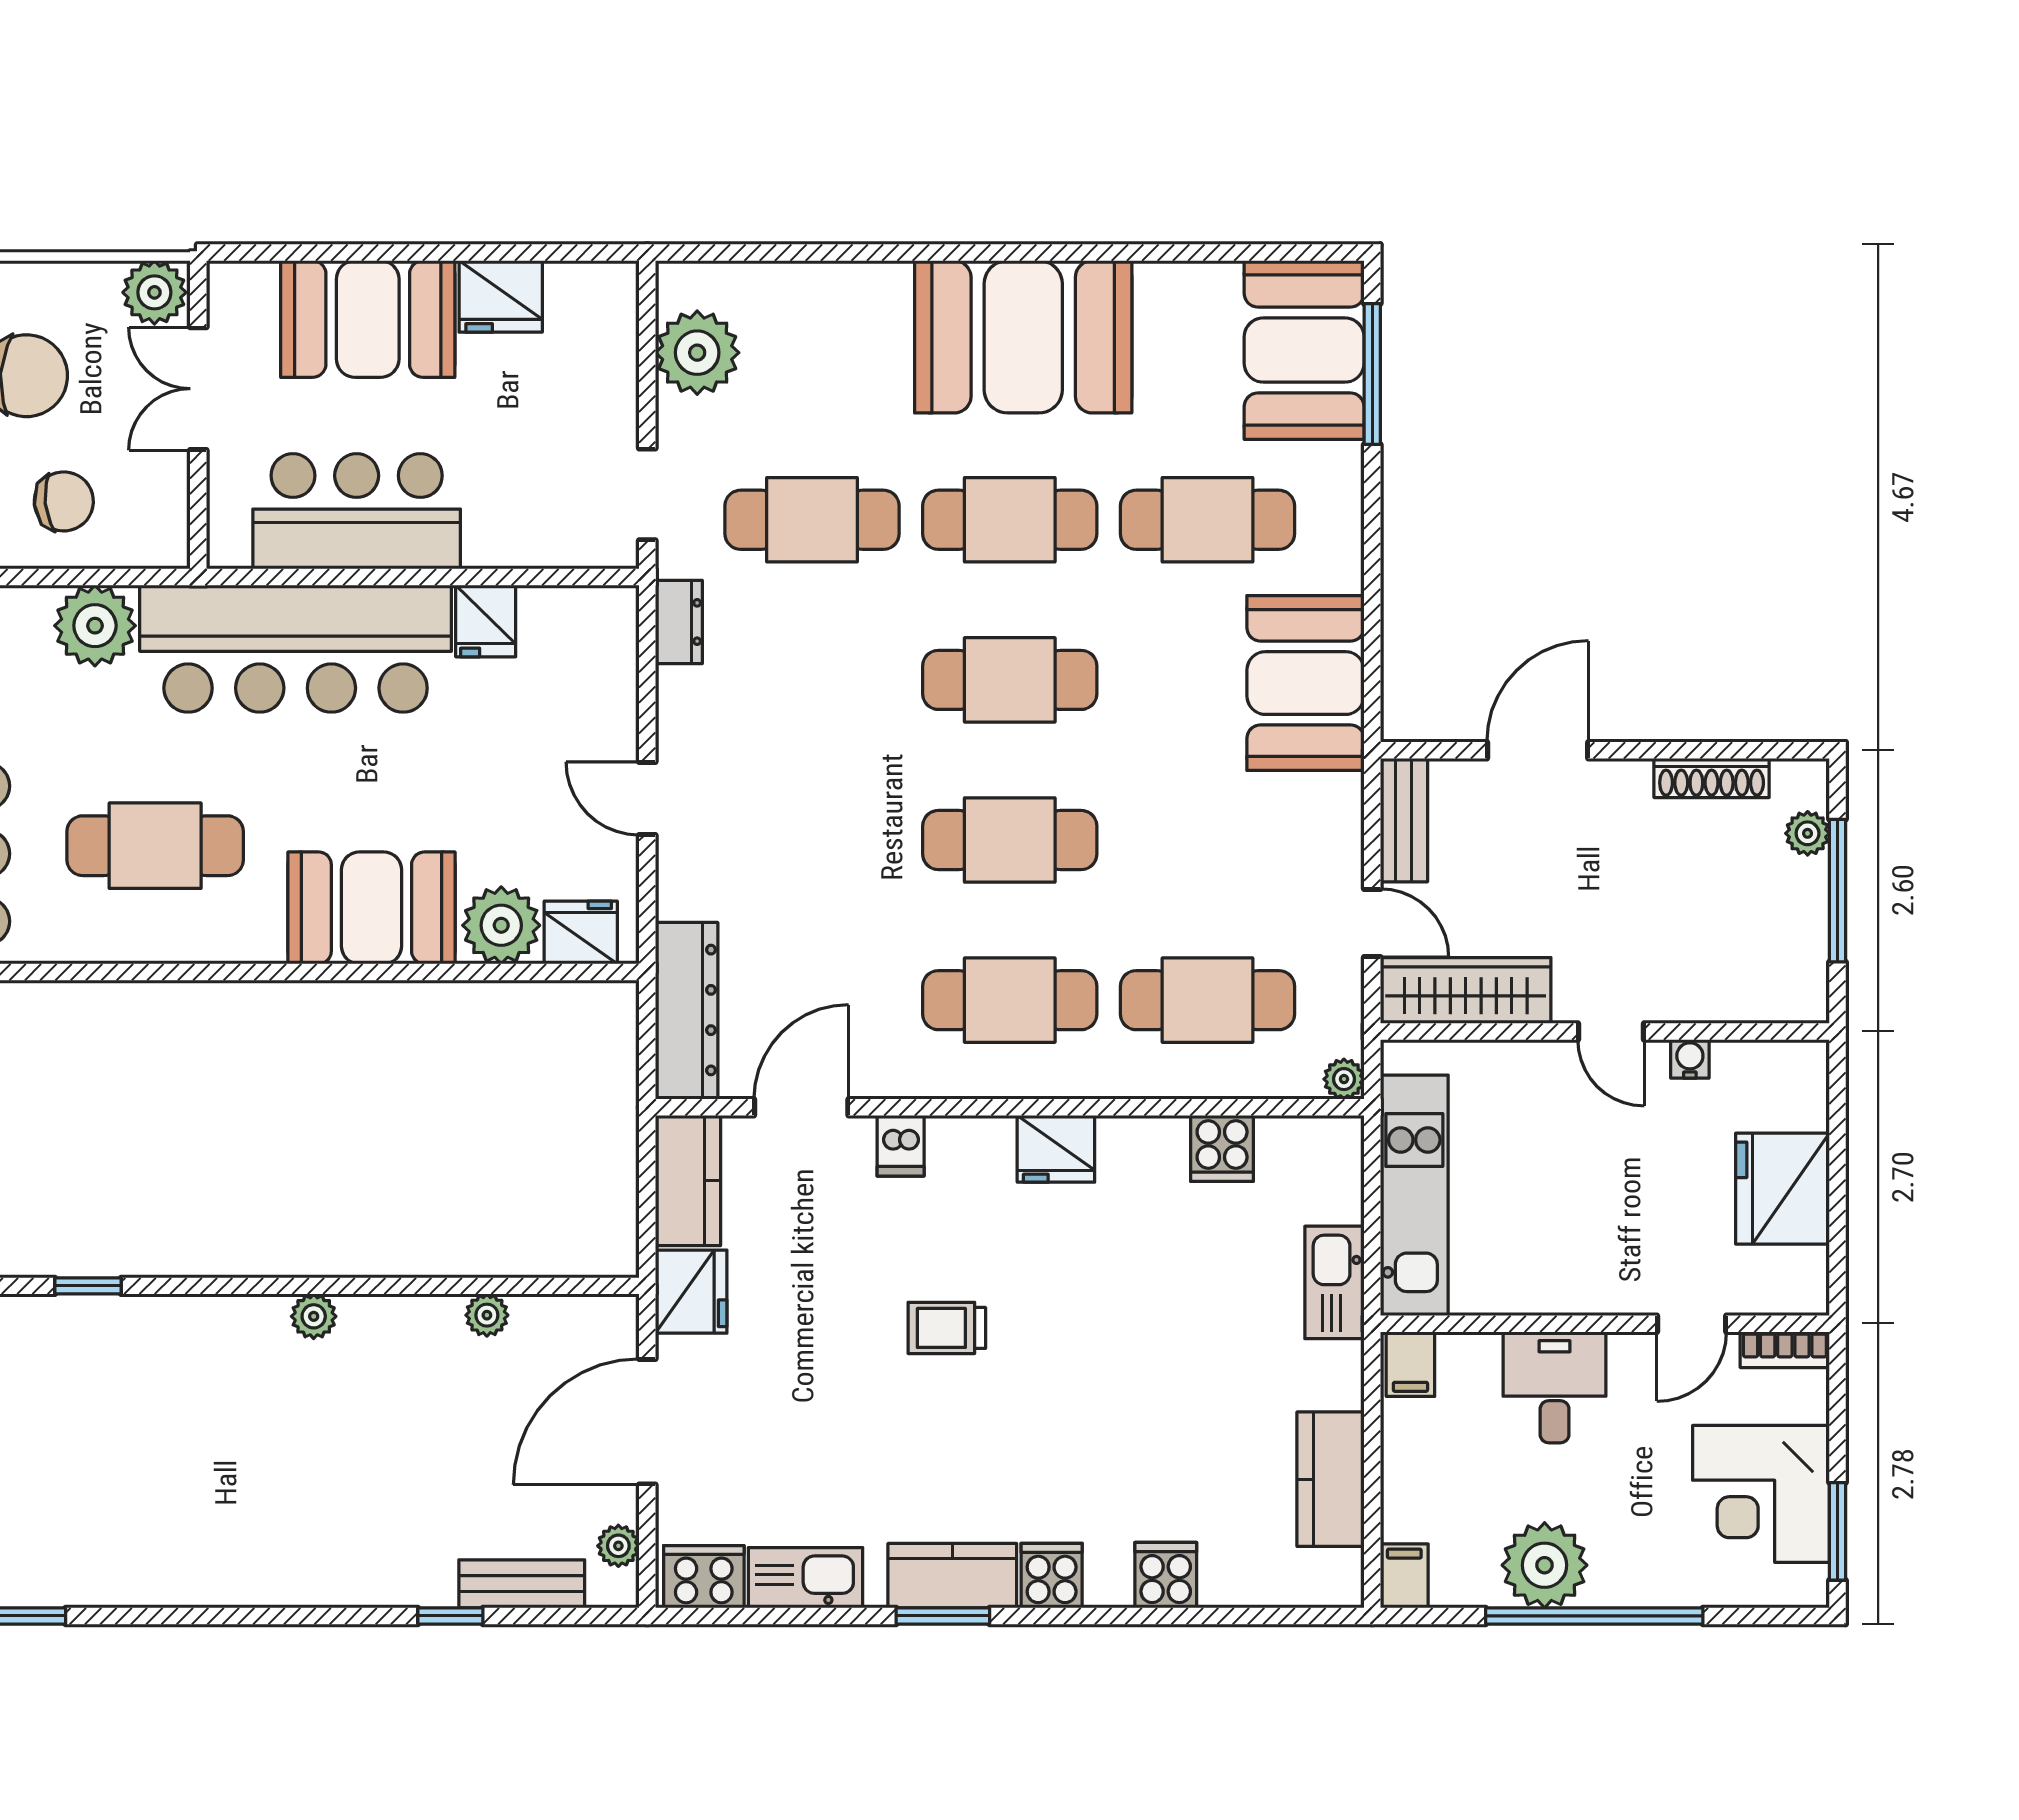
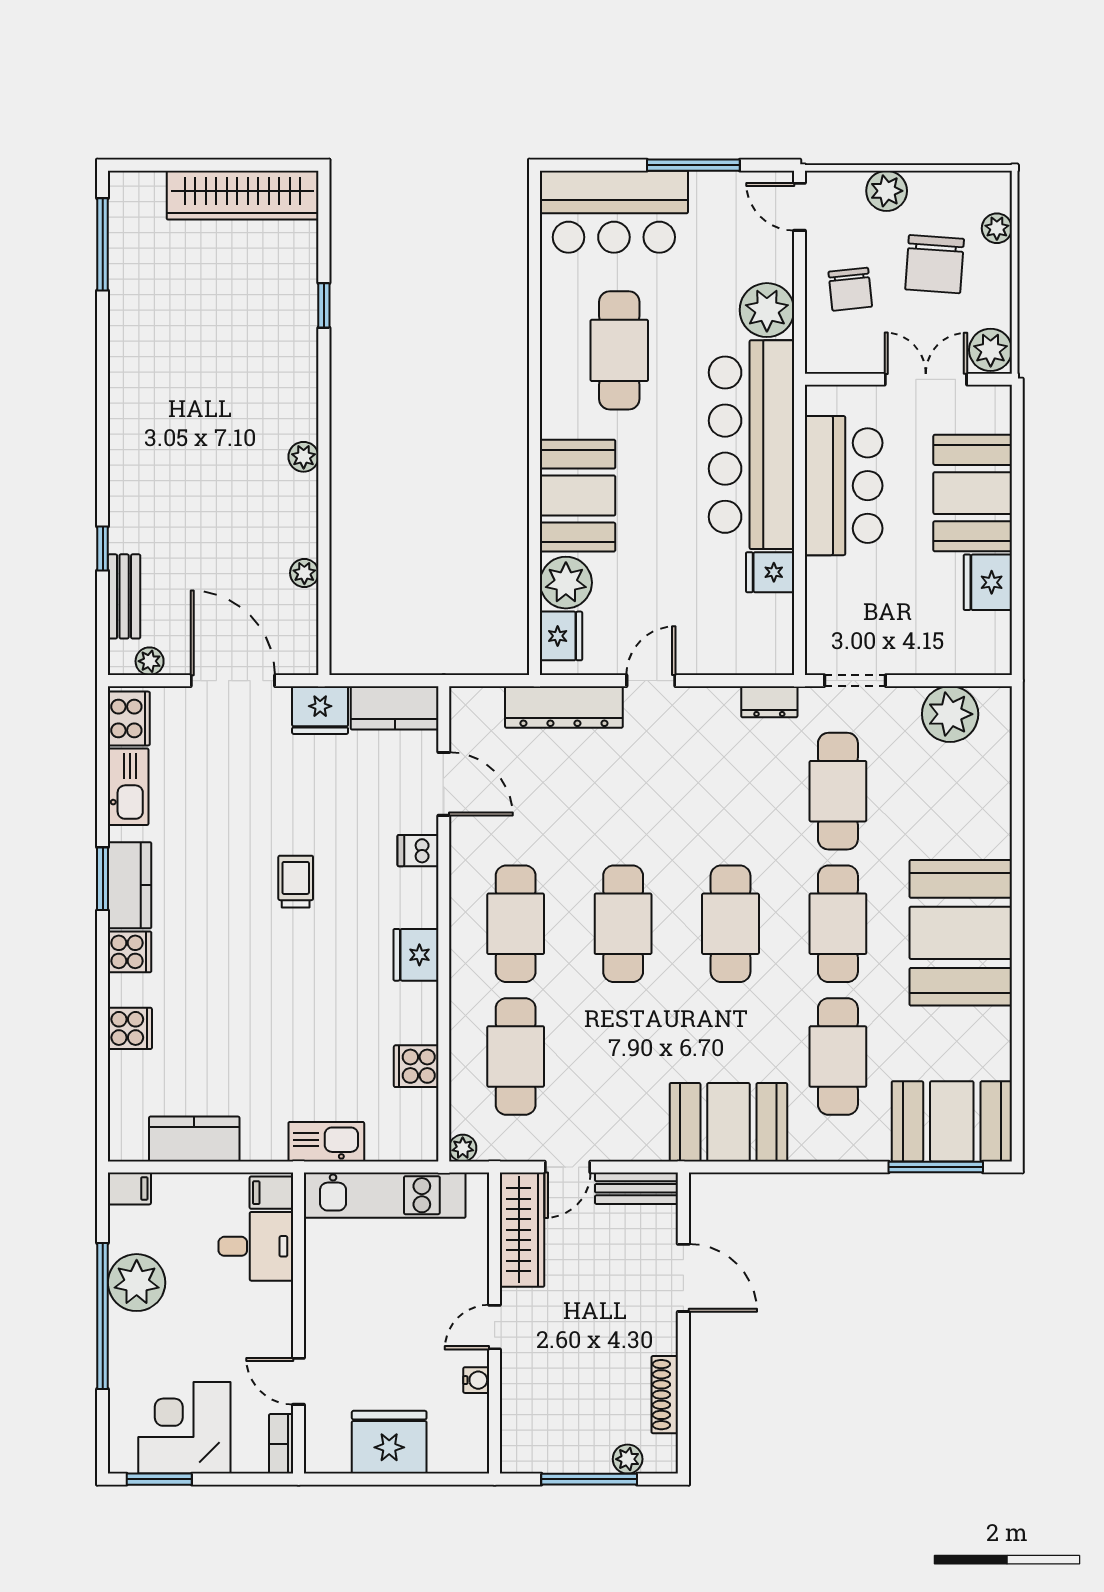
dresser: (687, 1010) -> (564, 707), moved
desk: (1555, 1387) -> (256, 1246), moved

